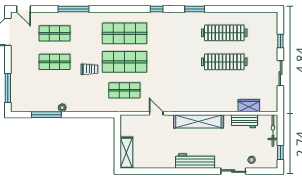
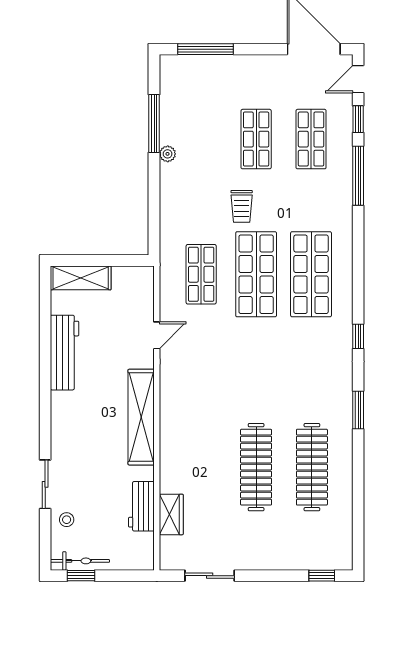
window: (44, 9) -> (358, 119), added
window: (280, 41) -> (322, 576), moved
sliding door: (280, 73) -> (210, 576), moved
bicycle: (273, 131) -> (80, 561), moved
workbench: (195, 161) -> (65, 353), moved

